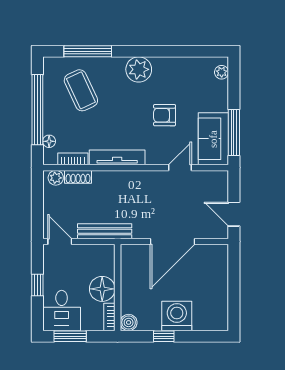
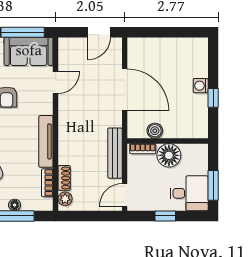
floor lamp: (49, 141) -> (15, 205), moved
door: (180, 168) -> (56, 83), swing flipped
washing machine: (177, 316) -> (201, 86), width x0.53, depth x0.53
bookcase: (109, 317) -> (143, 149), moved
boiler: (129, 322) -> (155, 131), moved

